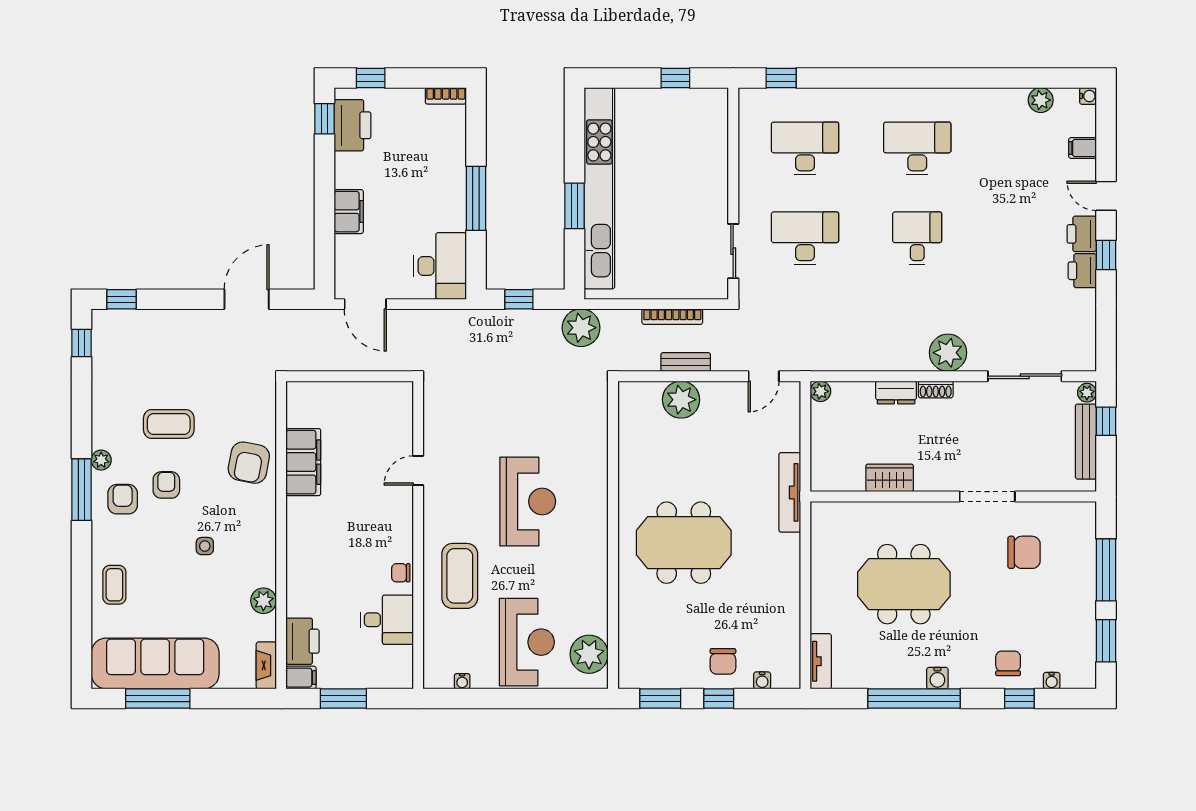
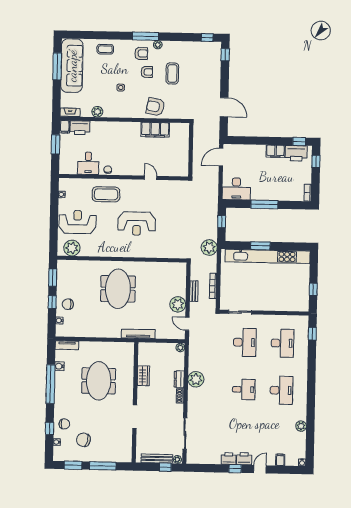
plant: (1041, 100) -> (301, 426), moved
filing cabinet: (349, 212) -> (275, 151), moved
plant: (948, 353) -> (196, 379), moved
plant: (681, 400) -> (178, 304), moved
chair: (1024, 552) -> (83, 440), moved, turned 104
reception desk: (527, 642) -> (78, 222), turned 180
water cooler: (937, 678) -> (59, 366), moved

